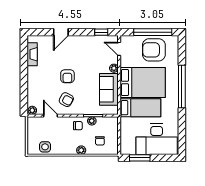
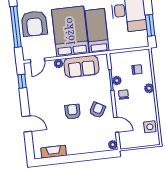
armchair: (67, 76) -> (73, 112), turned -90
door: (51, 116) -> (116, 125), swing flipped

